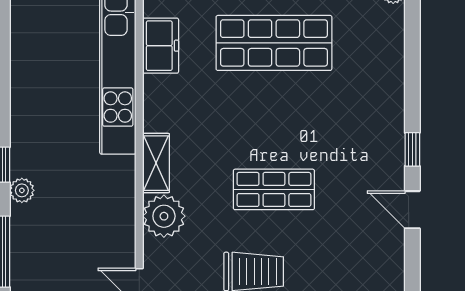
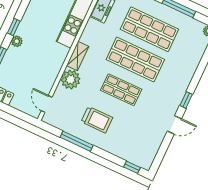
shop shelf: (274, 116) -> (135, 59), added
door: (412, 210) -> (174, 125), swing flipped

